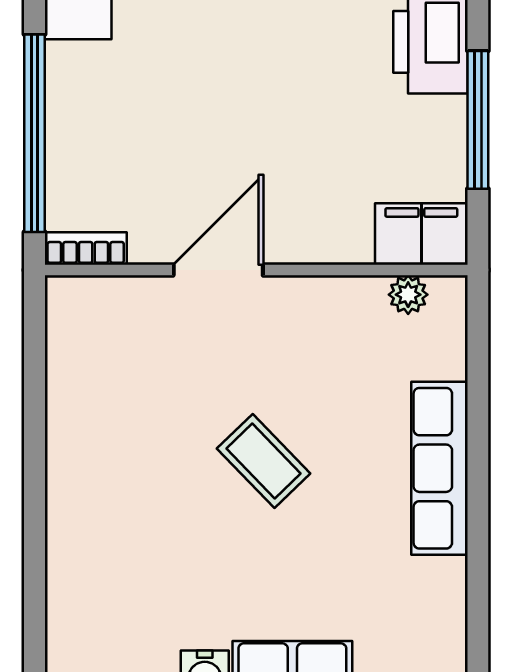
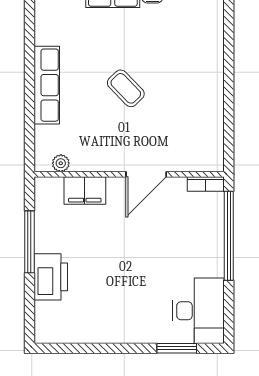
filing cabinet: (421, 234) -> (85, 190), moved

